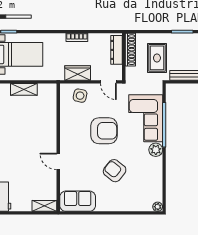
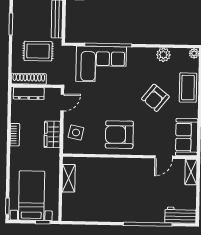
shelving: (24, 89) -> (69, 178), moved
armchair: (104, 131) -> (119, 135), moved, turned -90
plant: (156, 150) -> (163, 55), moved
door: (58, 161) -> (164, 157), moved
coffee table: (125, 202) -> (188, 88), added

